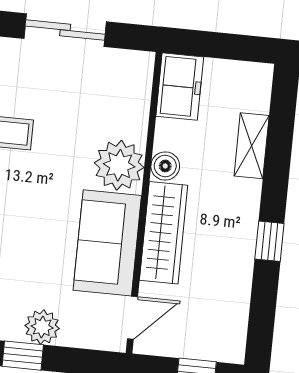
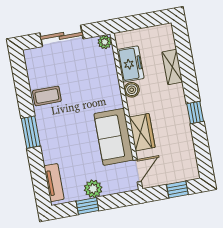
freezer: (180, 87) -> (130, 64), moved
plant: (119, 165) -> (105, 42), moved, width x0.53, depth x0.53
wardrobe: (164, 233) -> (142, 132), width x0.67

